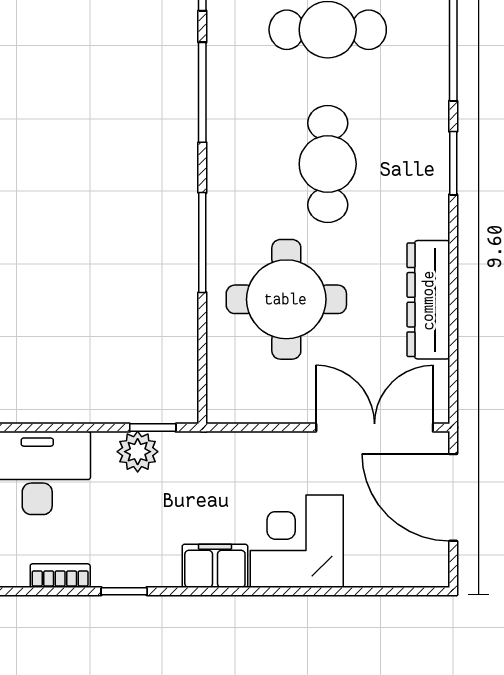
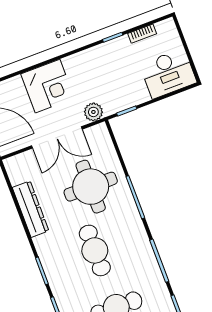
double door: (375, 428) -> (57, 137), moved
plant: (138, 452) -> (93, 112), moved
filing cabinet: (215, 566) -> (78, 63), removed

